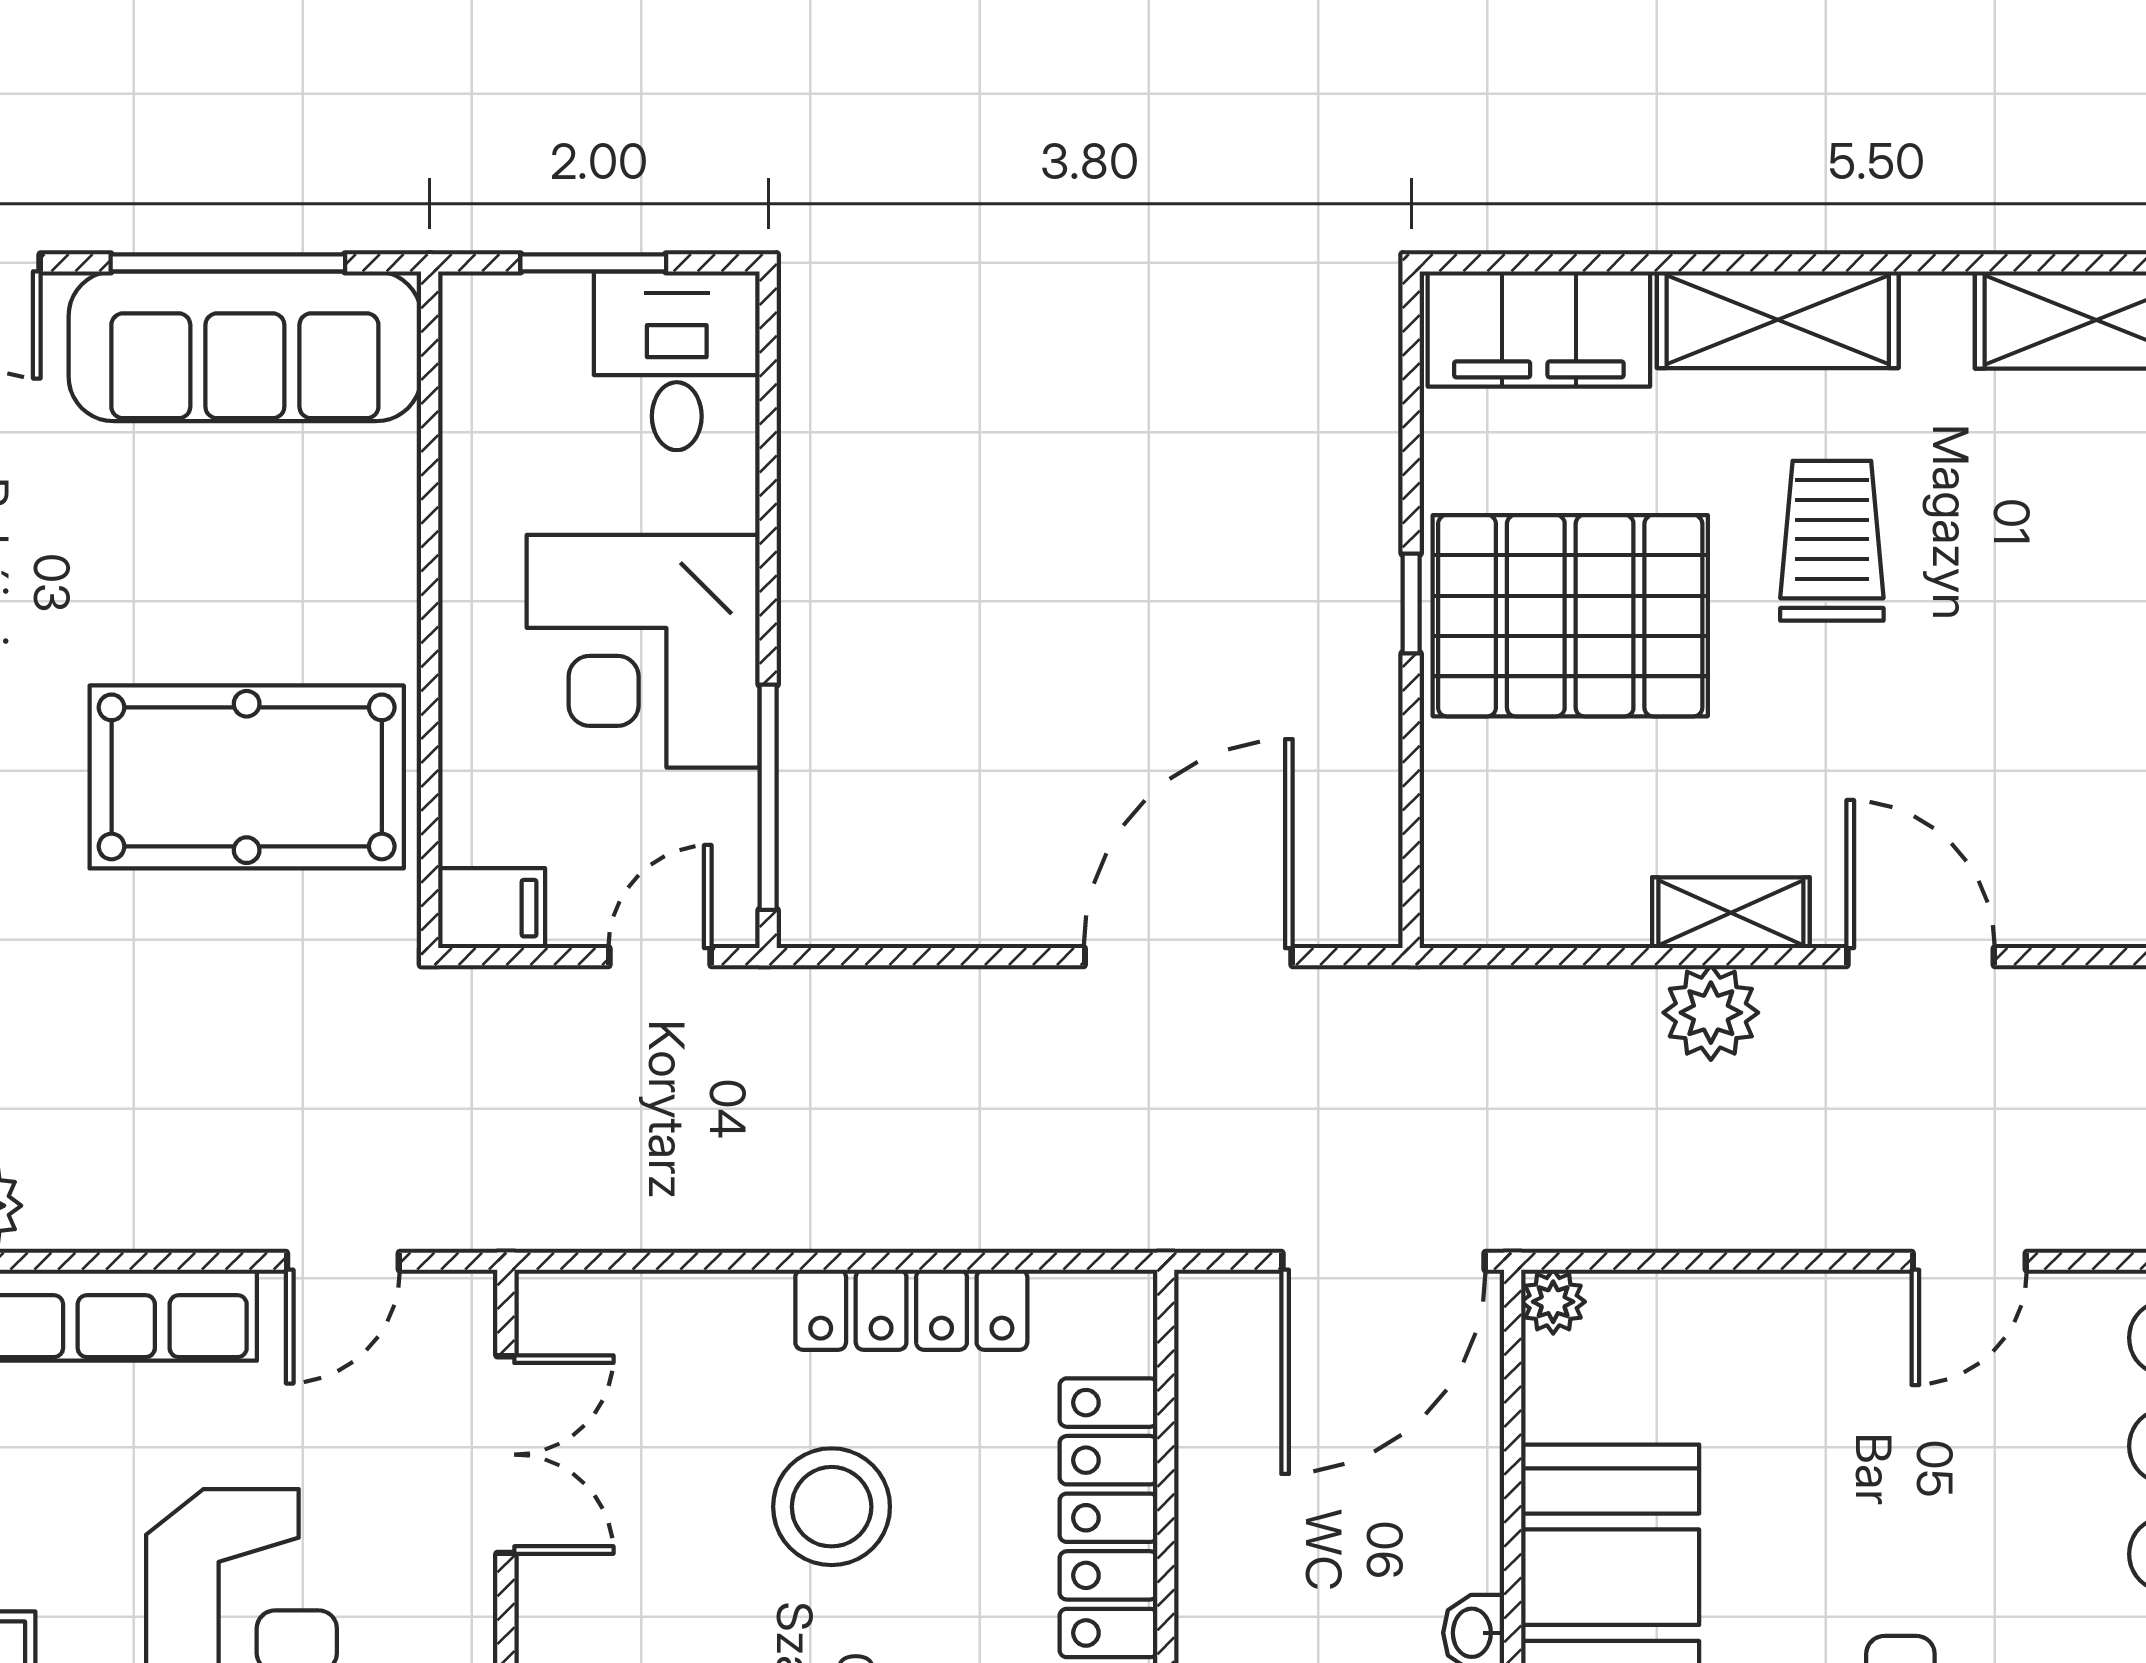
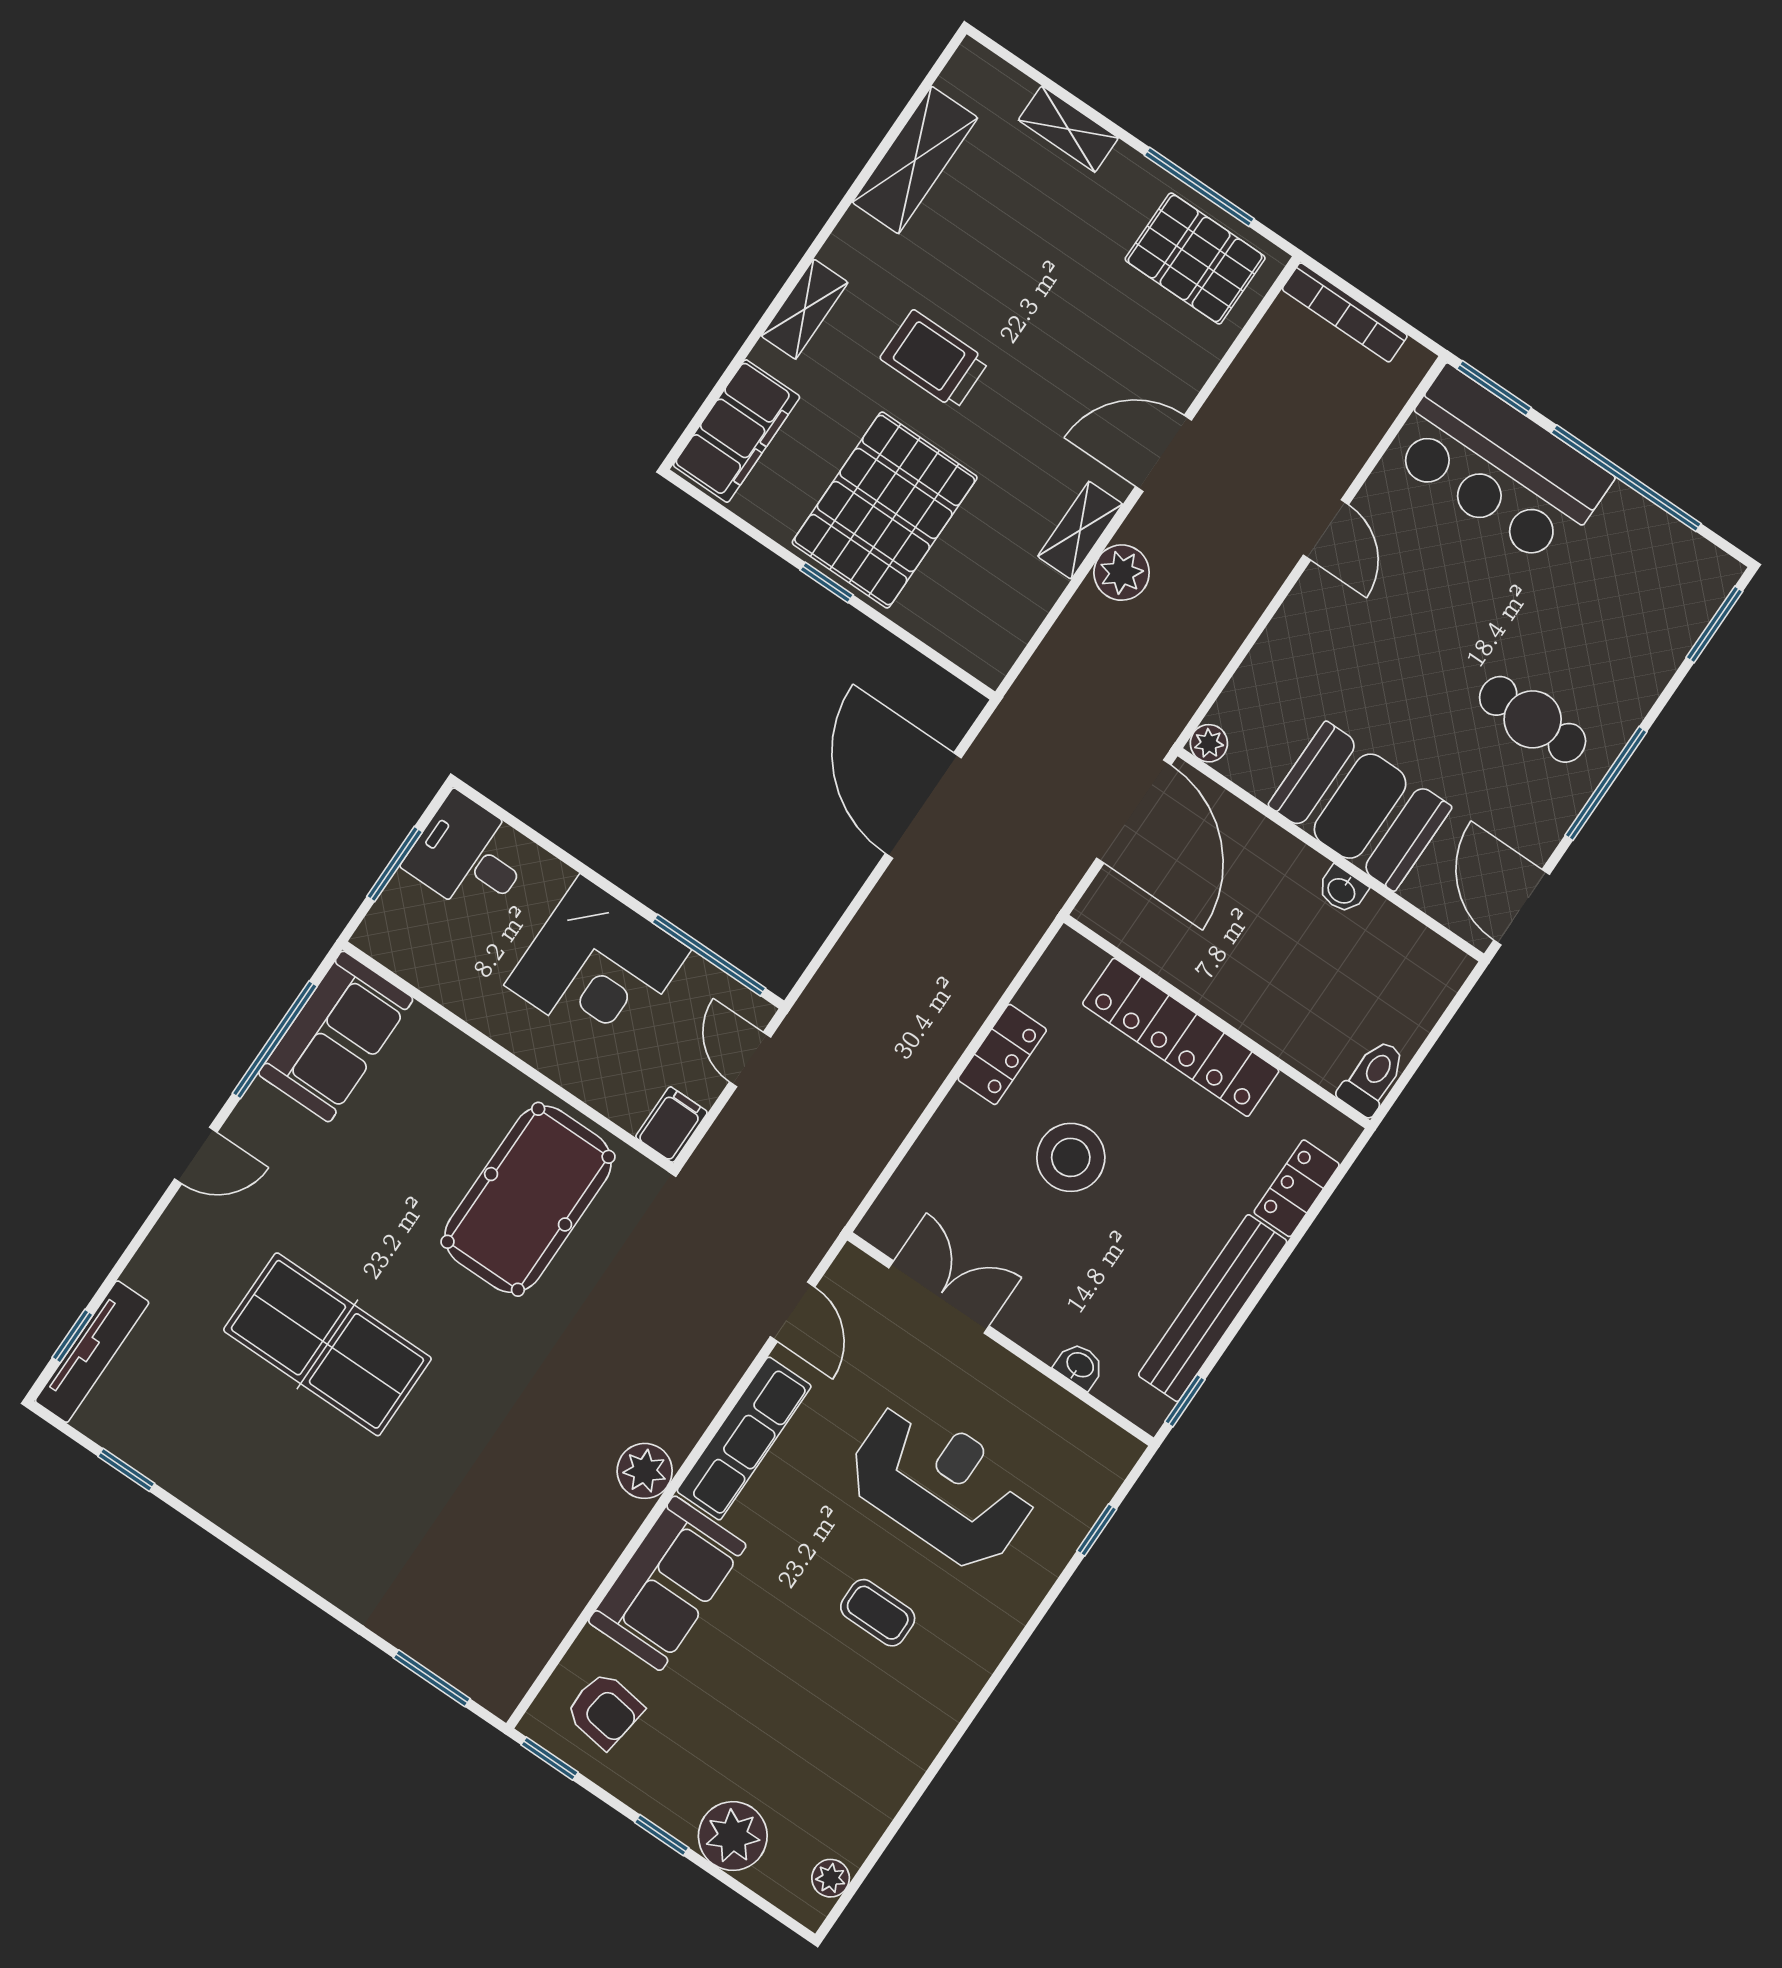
shelving: (1778, 320) -> (805, 309), width x0.67, depth x0.75
sofa: (245, 346) -> (336, 1036), width x0.73
locker: (911, 1310) -> (1002, 1054), width x0.66

